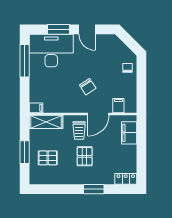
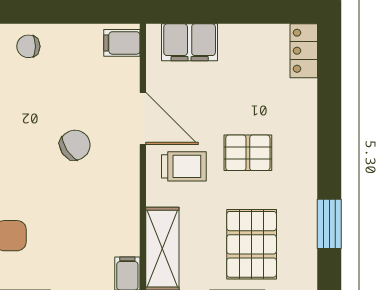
filing cabinet: (118, 106) -> (122, 43), moved
pallet: (48, 158) -> (252, 244), width x1.50, depth x1.42
window: (94, 189) -> (329, 224), moved

